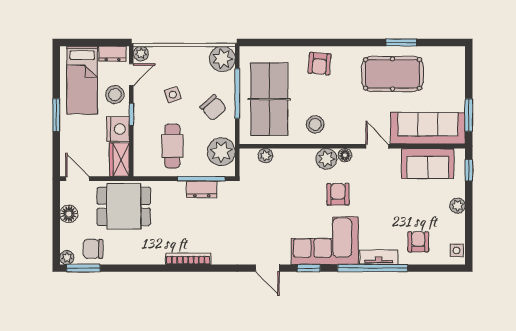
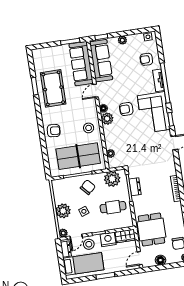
plant: (222, 59) -> (63, 211), moved
door: (131, 75) -> (76, 237), swing flipped
sofa: (428, 164) -> (101, 61), width x1.36

